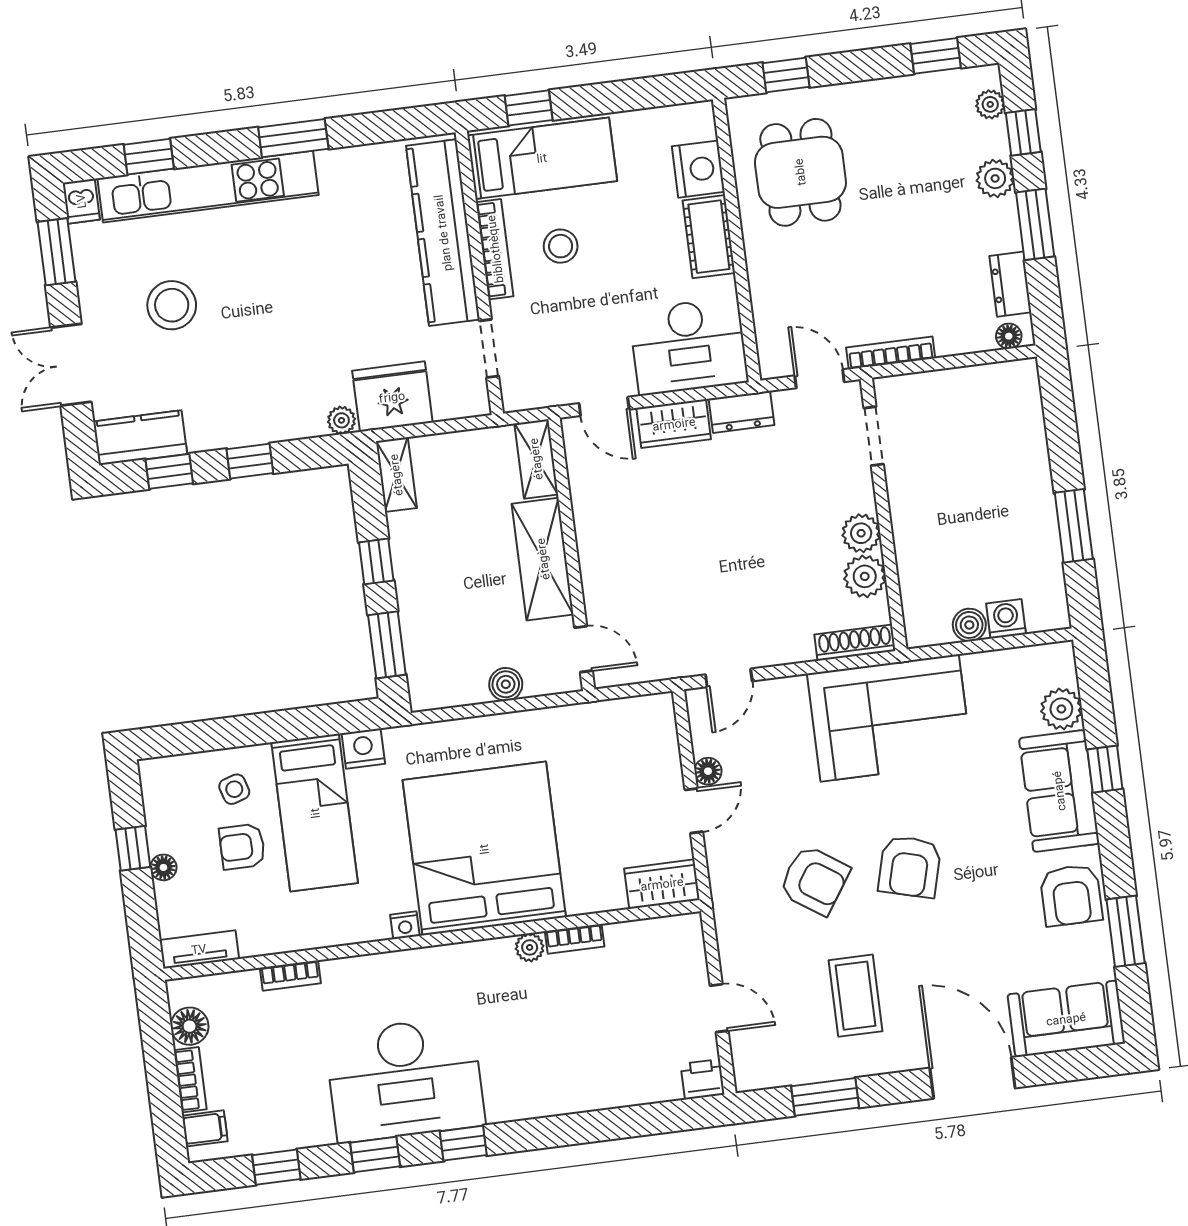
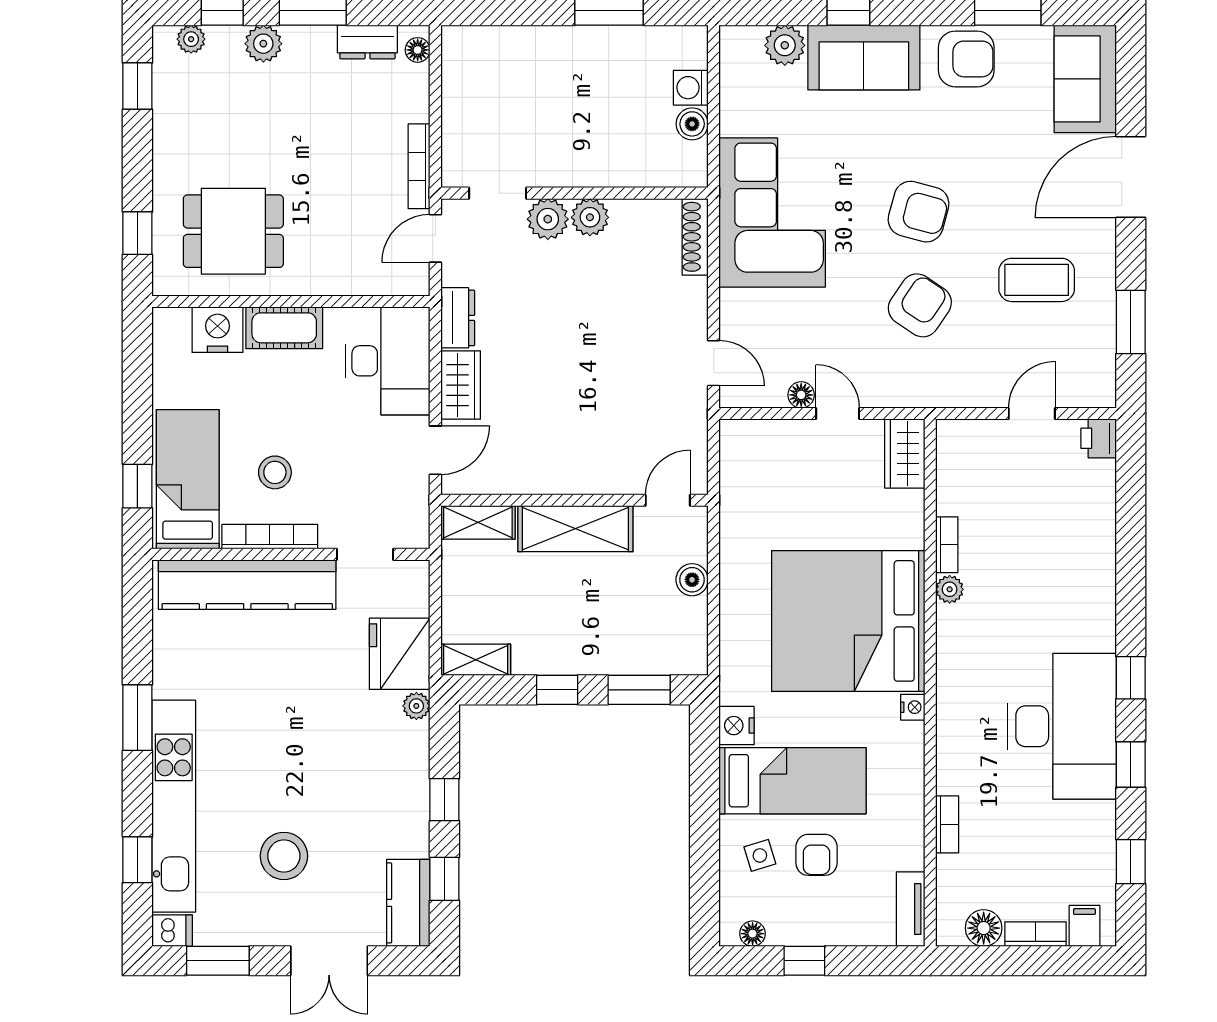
plant: (865, 576) -> (548, 219), moved
floor lamp: (163, 867) -> (753, 934), moved

